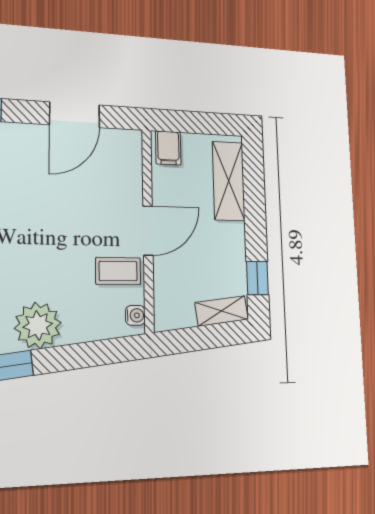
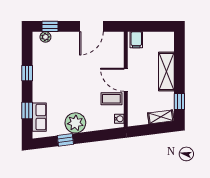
shelving: (229, 181) -> (166, 71), moved
door: (148, 230) -> (126, 80), swing flipped

